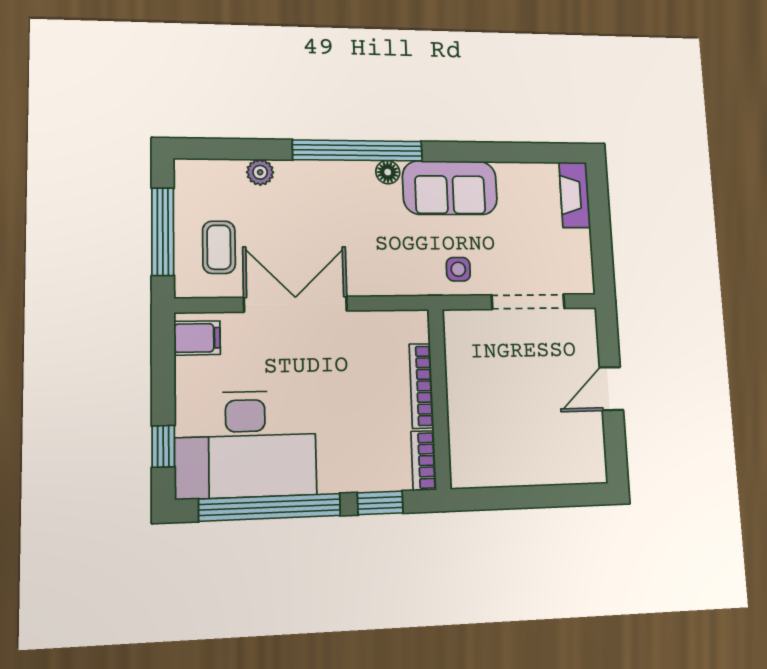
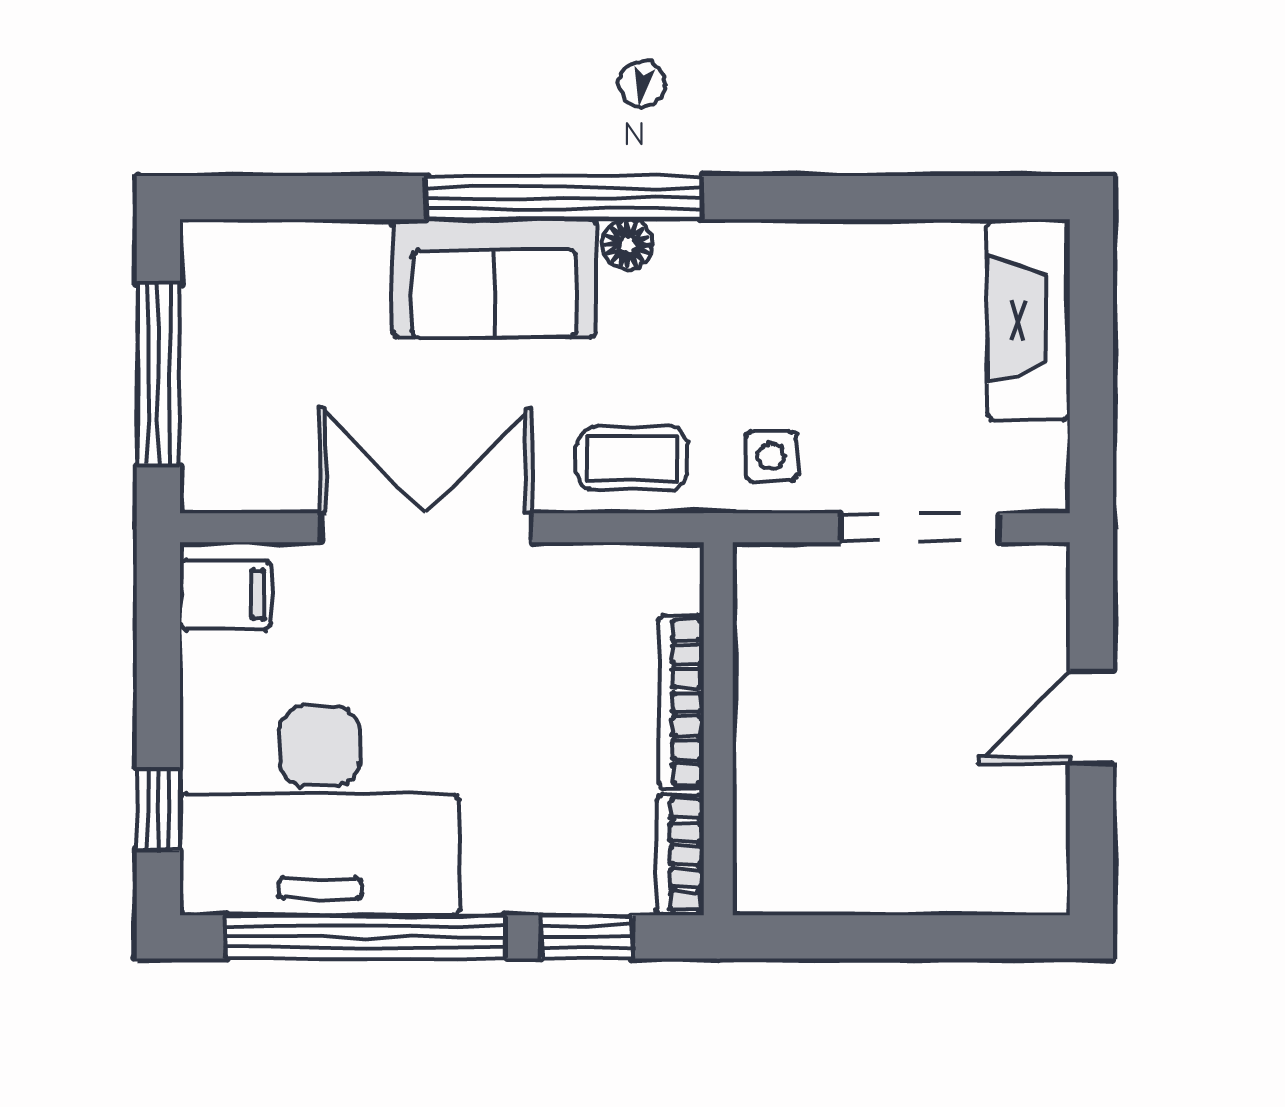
plant: (260, 172) -> (358, 248), removed
sofa: (450, 188) -> (494, 278), moved
fireplace: (575, 195) -> (1029, 320), width x1.37, depth x1.32
coffee table: (219, 247) -> (632, 458), moved, turned 90

